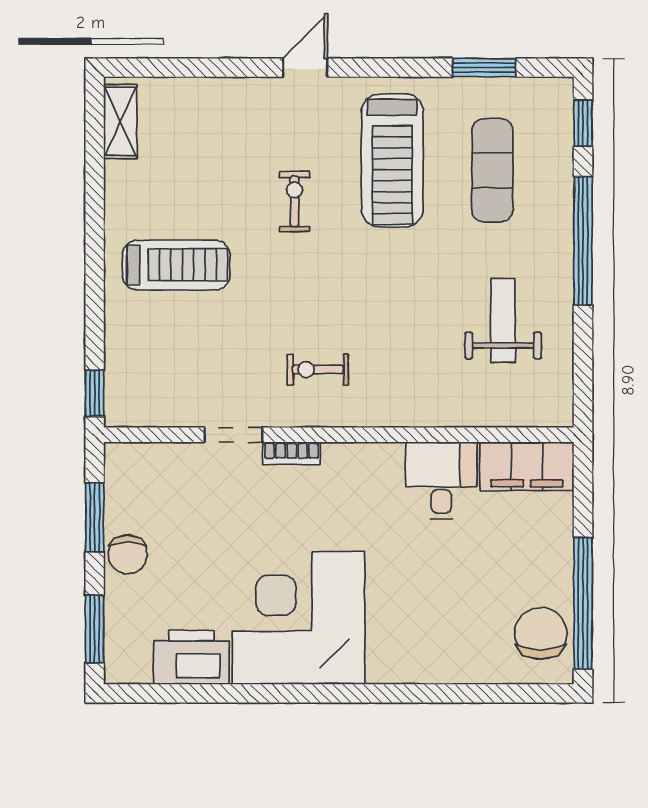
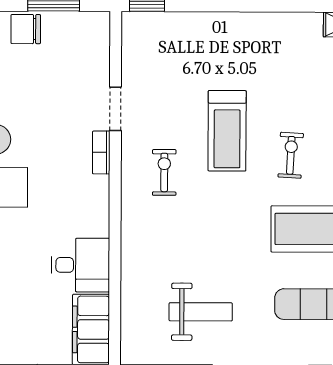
exercise bike: (294, 201) -> (291, 155), turned -87
treadmill: (176, 265) -> (227, 131), moved

